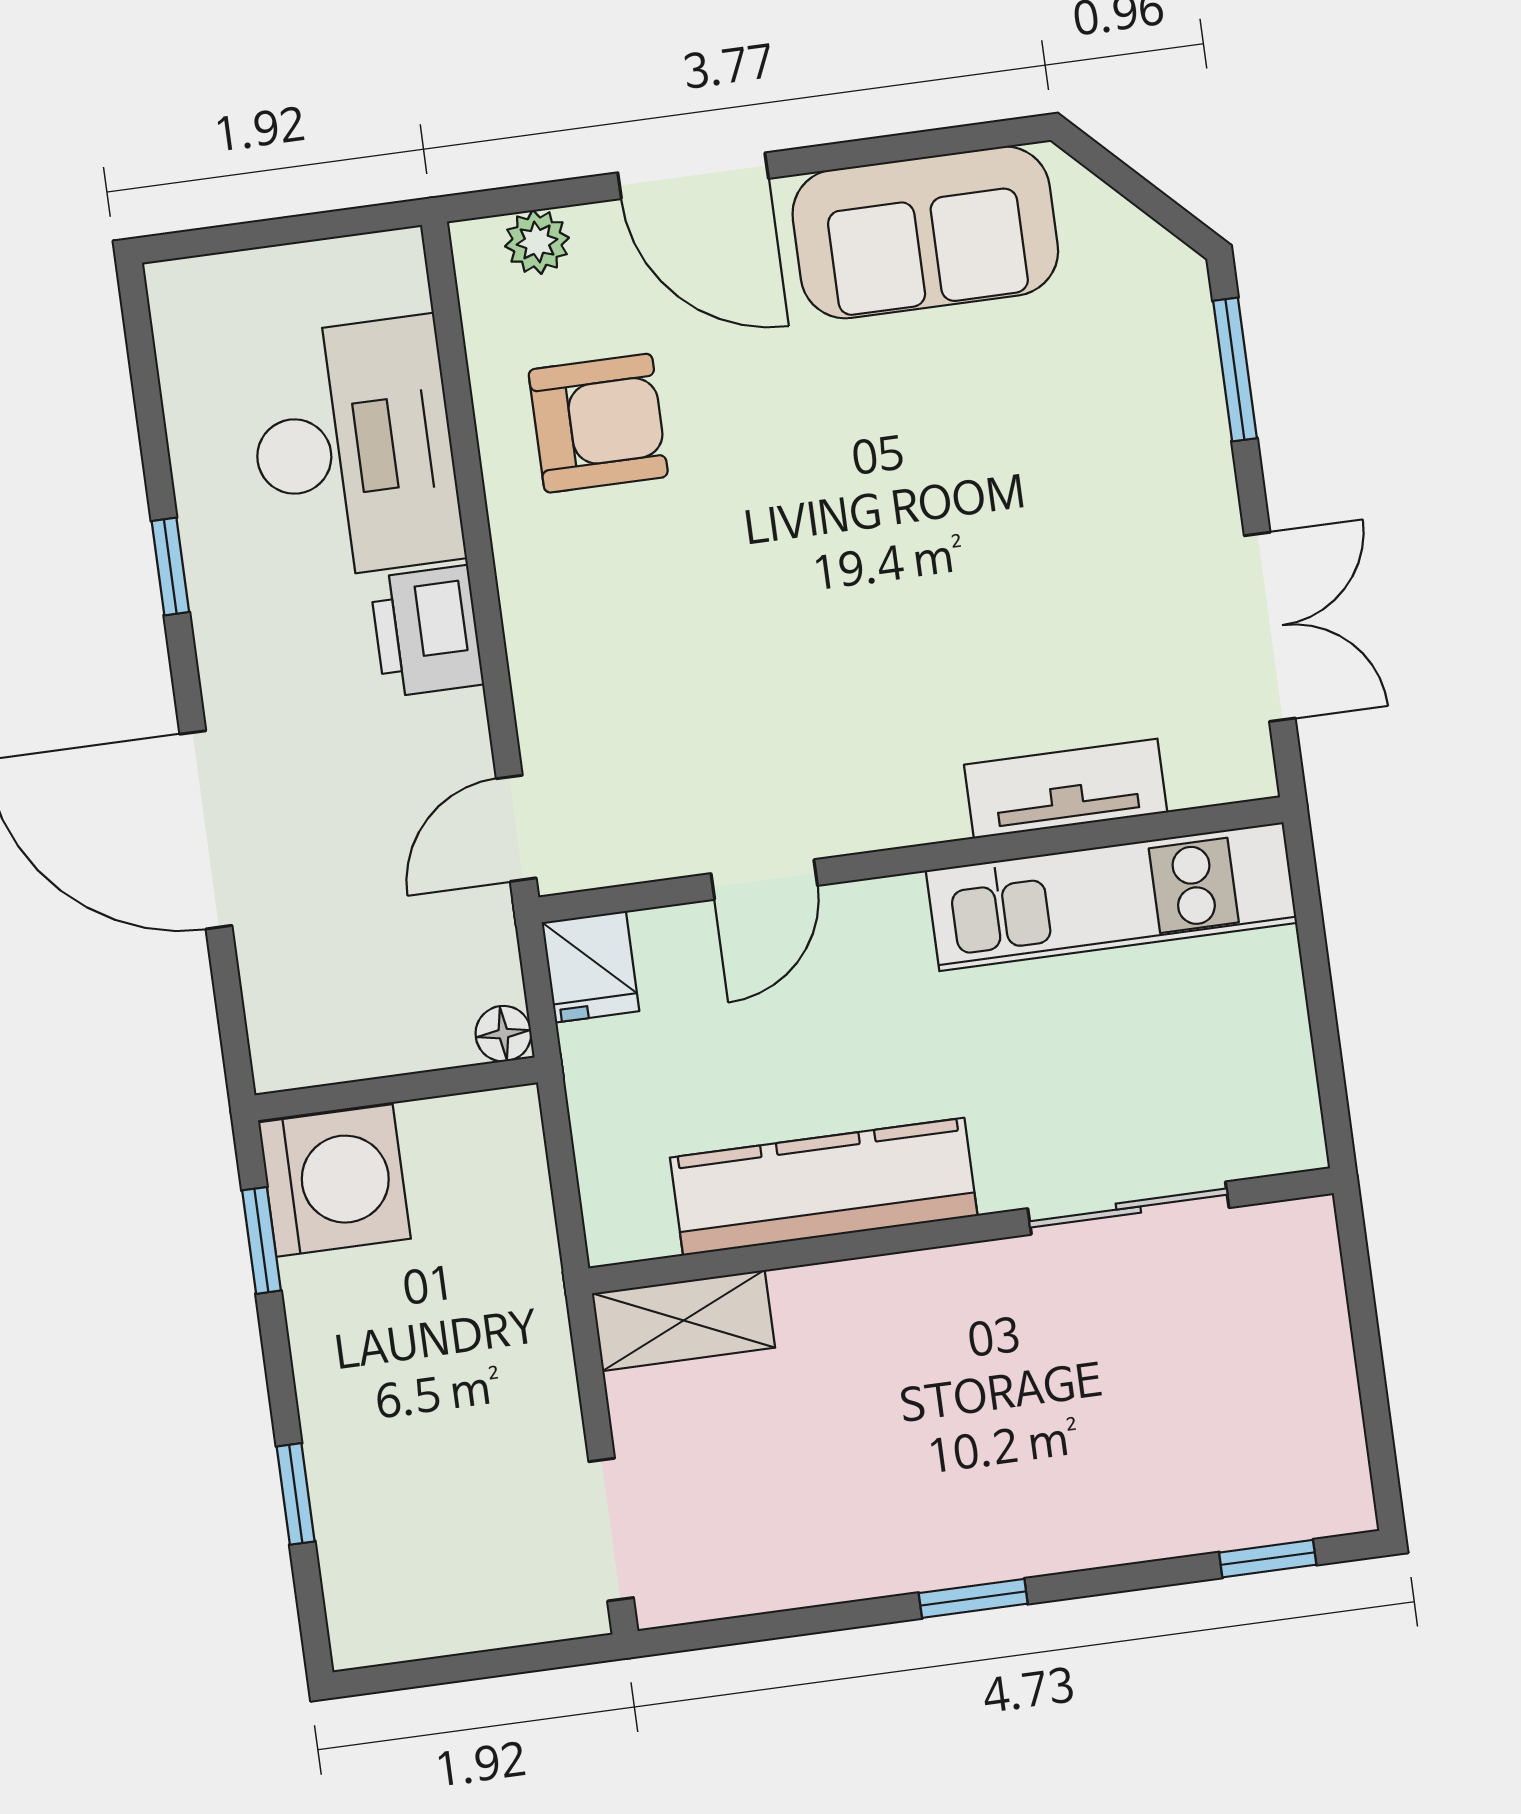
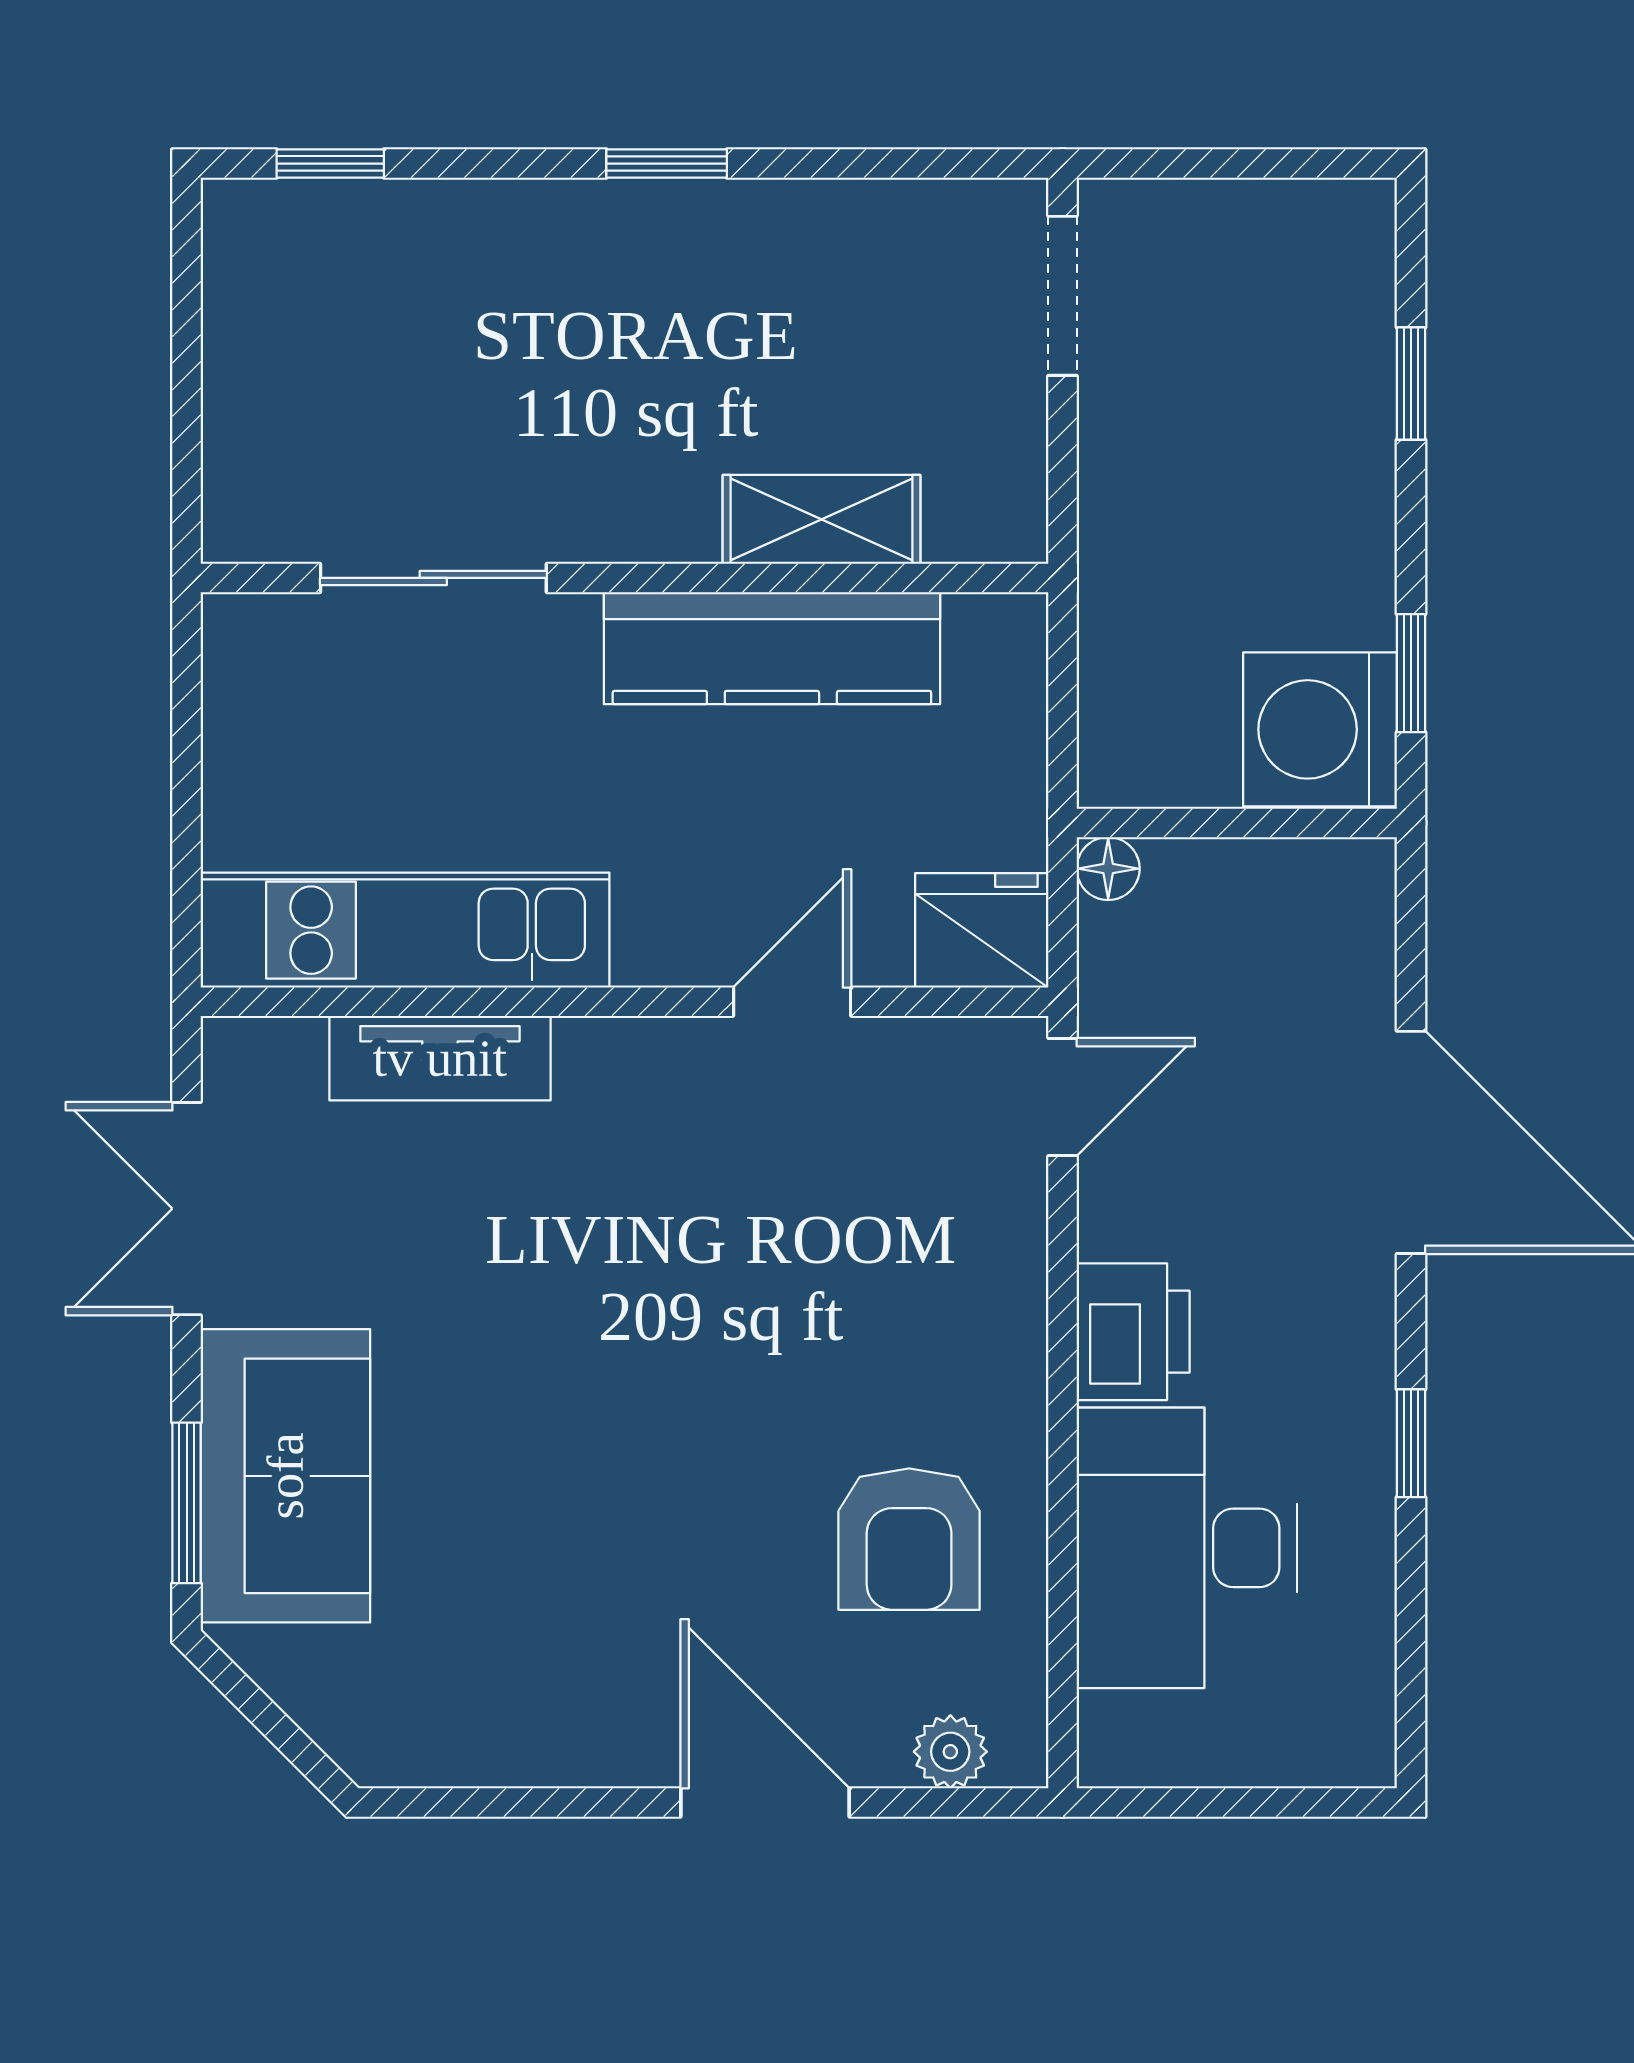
sofa: (925, 232) -> (285, 1476), moved, turned 90
armchair: (598, 423) -> (909, 1539), turned -90
fridge: (590, 967) -> (982, 930), width x1.38
shelving: (683, 1320) -> (822, 519), moved

